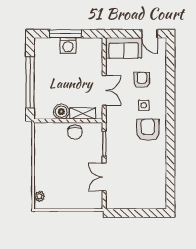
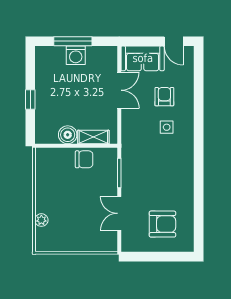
window: (30, 82) -> (30, 100), width x0.32
double door: (104, 90) -> (119, 90), moved
armchair: (148, 130) -> (162, 224), moved, turned 90
chair: (75, 132) -> (84, 159), turned -90
plant: (39, 196) -> (41, 220), moved

